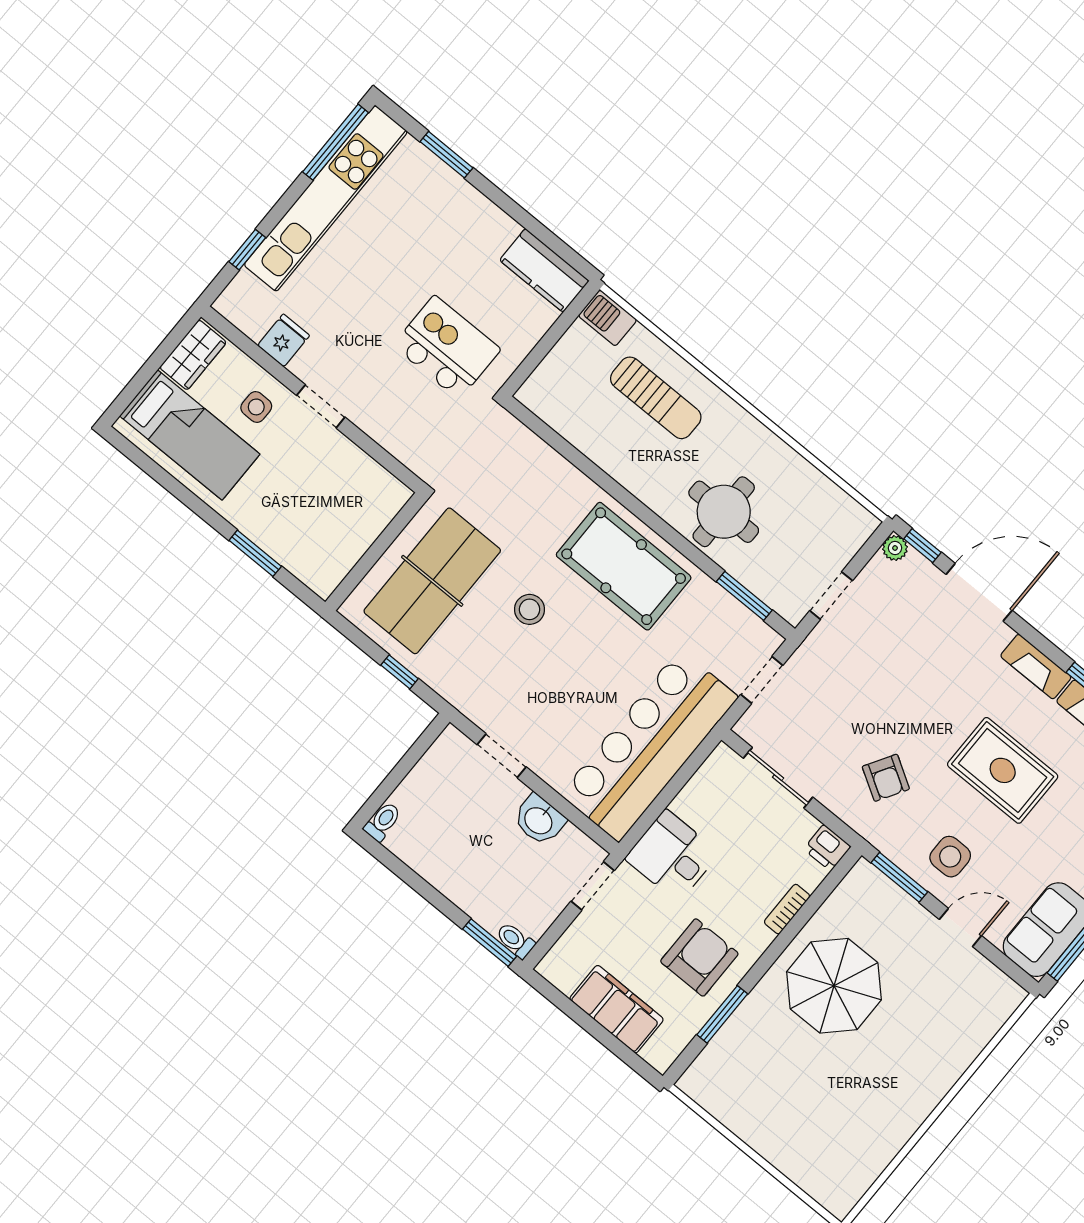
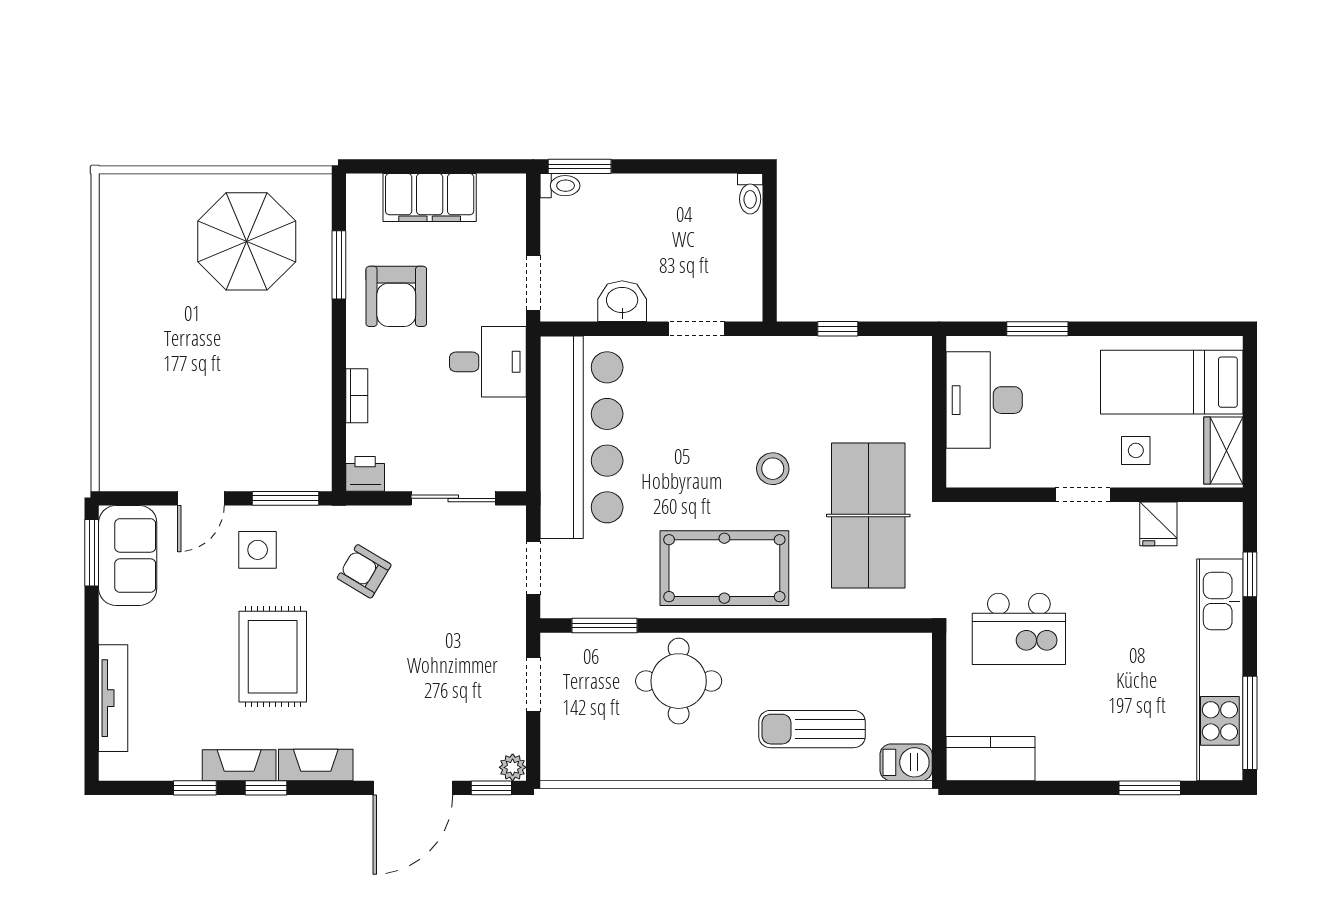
desk: (336, 533) -> (984, 400), added
table tennis table: (432, 581) -> (868, 516), moved
rug: (1003, 770) -> (273, 657), turned 90
parasol: (834, 986) -> (247, 241), moved

